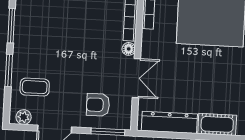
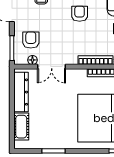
armchair: (65, 35) -> (80, 14), added
floor lamp: (129, 49) -> (32, 60), moved

